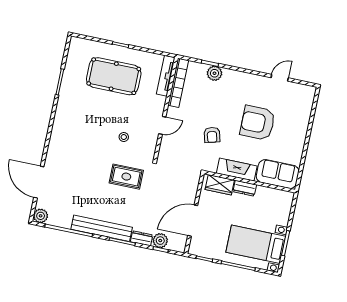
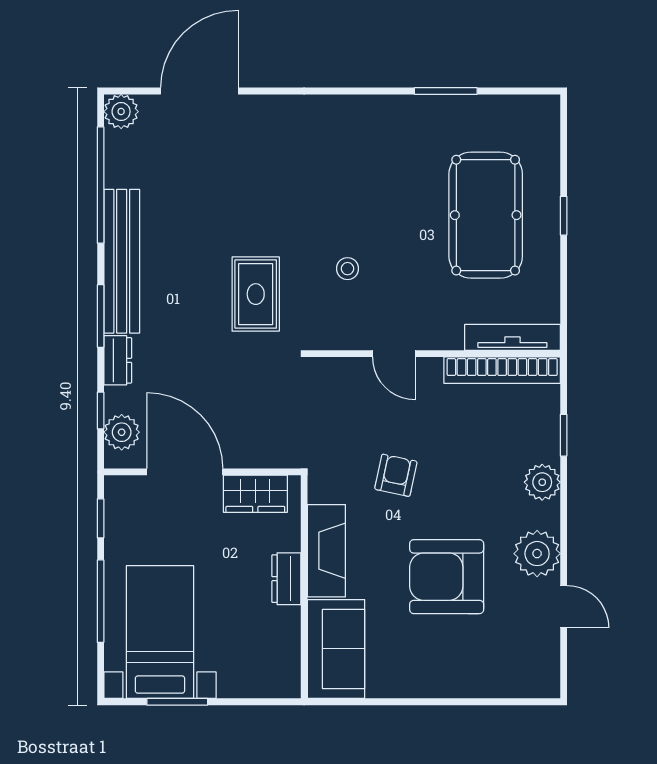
plant: (214, 73) -> (542, 482), moved
plant: (256, 84) -> (537, 554), added
armchair: (258, 123) -> (447, 577), turned -90
armchair: (212, 135) -> (396, 475), turned 117
wardrobe: (220, 185) -> (255, 494), moved, turned -90
plant: (160, 241) -> (122, 432), moved

